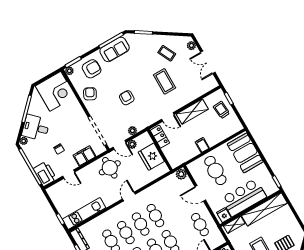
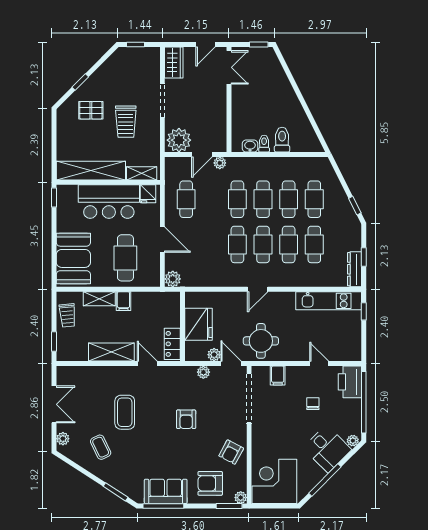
trolley: (221, 110) -> (67, 315), moved
shelving: (217, 138) -> (99, 299), added
filing cabinet: (84, 156) -> (278, 375), width x0.50

